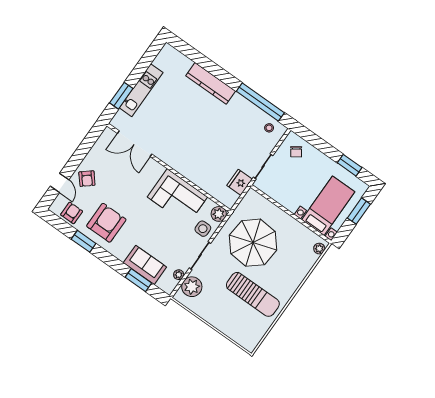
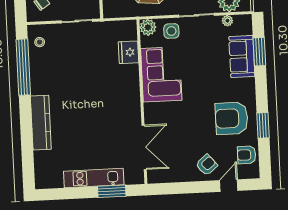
fridge: (240, 182) -> (128, 52), moved, turned 90

